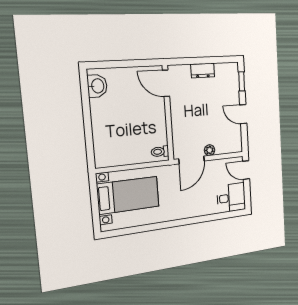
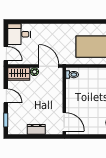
wardrobe: (229, 145) -> (19, 74), added
door: (192, 160) -> (49, 66), hinge flipped

